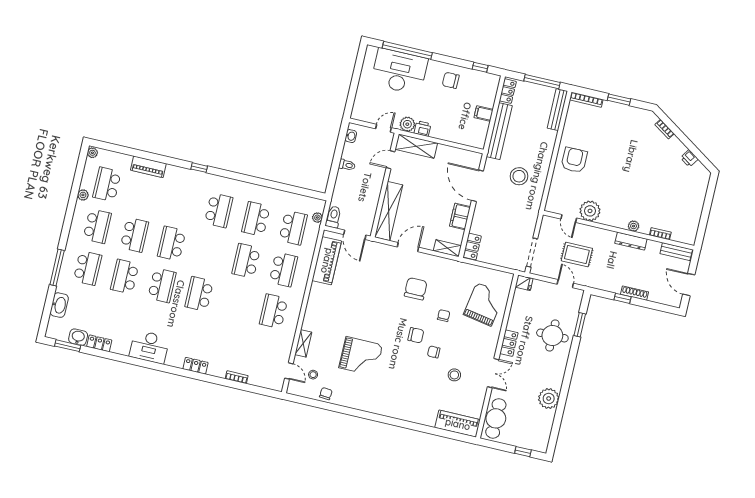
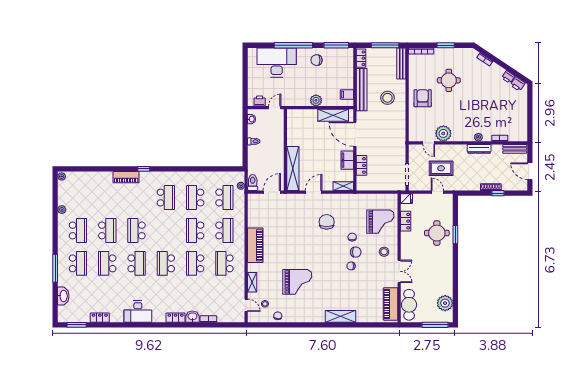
window: (407, 50) -> (293, 45), moved
window: (480, 67) -> (336, 45), width x2.17
filing cabinet: (484, 114) -> (347, 94), moved
plant: (407, 124) -> (316, 100), moved
printer: (423, 129) -> (260, 101), moved
round table: (613, 145) -> (449, 80), added
shelving: (416, 146) -> (333, 115), moved
door: (391, 160) -> (285, 130), removed
piano: (148, 167) -> (126, 177), moved
printer: (699, 170) -> (518, 84), added
stool: (519, 176) -> (387, 98), moved
school desk: (107, 184) -> (195, 263), moved
door: (355, 235) -> (272, 192), swing flipped
locker: (472, 247) -> (361, 165), moved
piano: (327, 261) -> (255, 245), moved
window: (622, 298) -> (498, 193), moved
grand piano: (484, 304) -> (380, 222), turned 80
window: (580, 325) -> (455, 235), moved
chair: (416, 335) -> (356, 252), moved
washbasin: (78, 337) -> (192, 317), moved
locker: (509, 343) -> (406, 221), moved
stool: (454, 375) -> (384, 252), moved
plant: (549, 399) -> (445, 303), moved
shelving: (405, 413) -> (341, 316), added
piano: (458, 424) -> (391, 304), moved, turned -90
window: (523, 452) -> (435, 325), width x2.17

